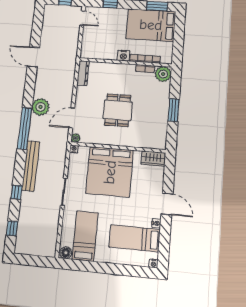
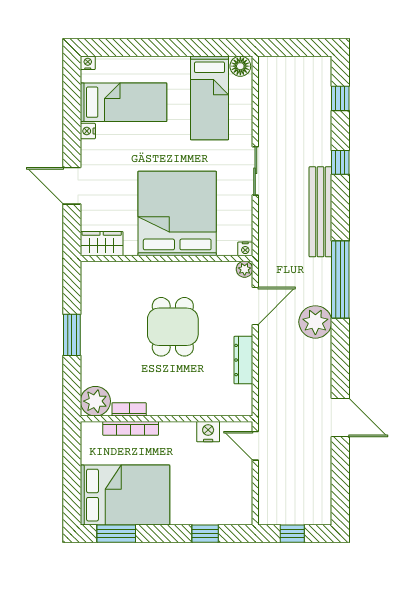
door: (83, 18) -> (255, 446), moved
nightstand: (123, 56) -> (208, 432), moved
dresser: (83, 73) -> (243, 360), moved
door: (167, 204) -> (72, 186), moved

